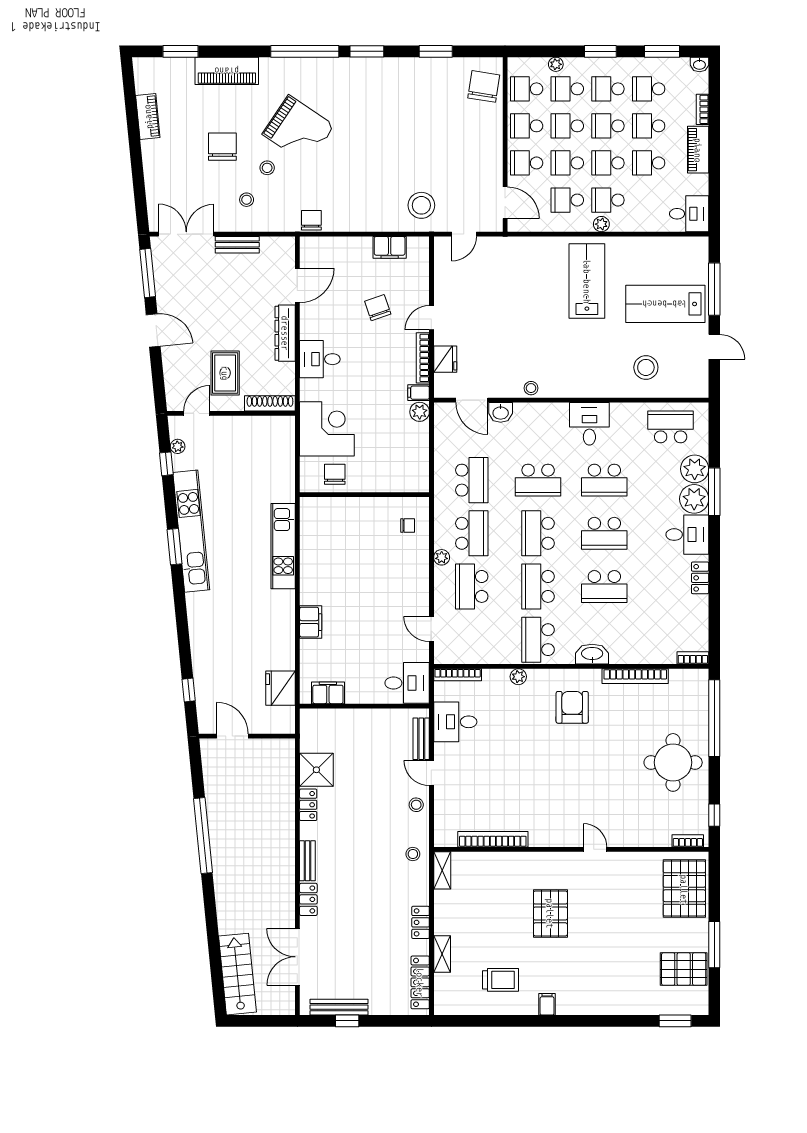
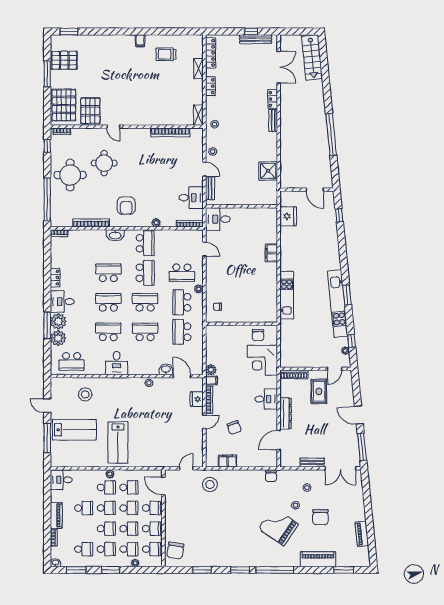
school desk: (649, 126) -> (84, 529), removed
school desk: (538, 533) -> (145, 302), turned -90
school desk: (472, 586) -> (182, 273), turned 90
filing cabinet: (328, 693) -> (262, 214), removed
round table: (612, 784) -> (104, 163), added
locker: (308, 805) -> (273, 152), removed
pallet: (550, 913) -> (90, 111), moved

